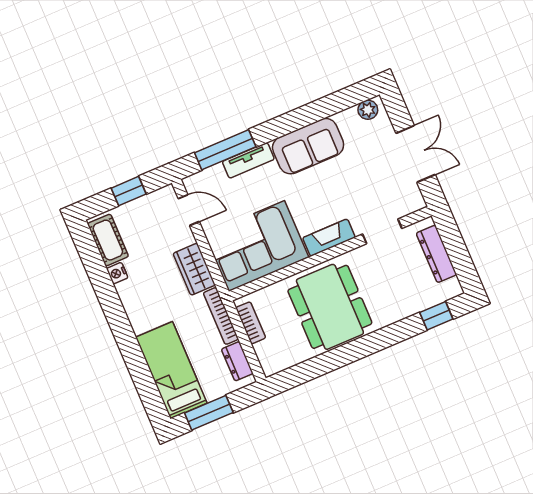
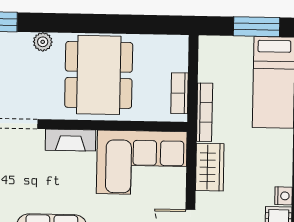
plant: (393, 314) -> (43, 42), added
dresser: (237, 361) -> (208, 63), removed

